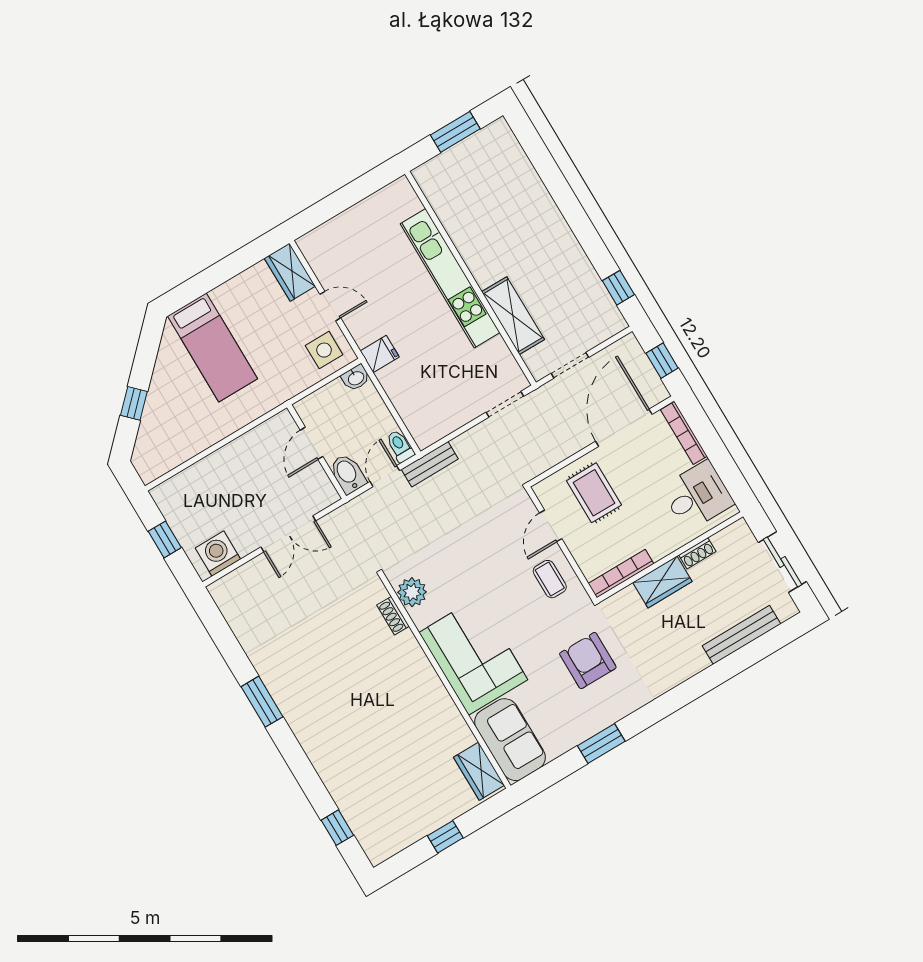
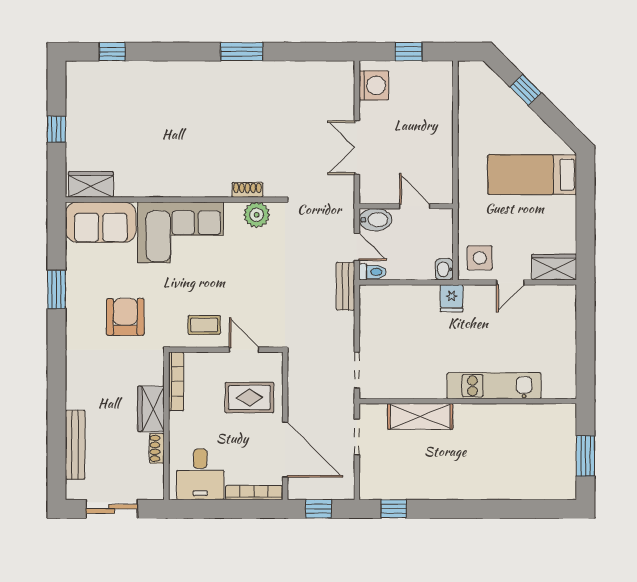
kitchen unit: (450, 278) -> (494, 386), width x0.73
armchair: (588, 661) -> (125, 317), turned -90

